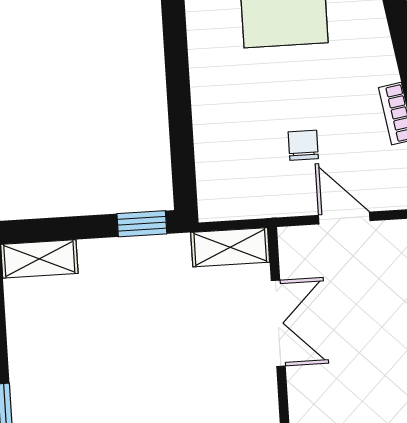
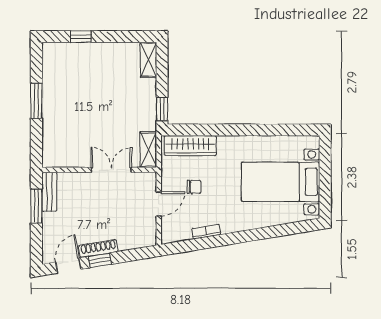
wardrobe: (216, 159) -> (190, 146), added
double door: (278, 323) -> (111, 170), swing flipped

